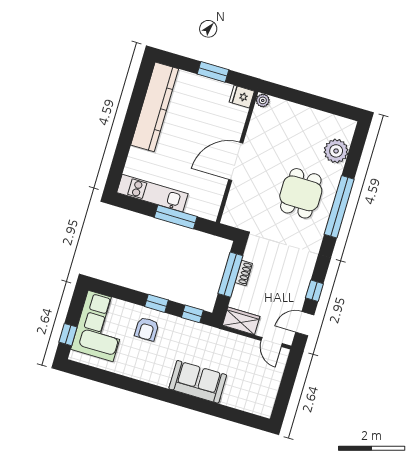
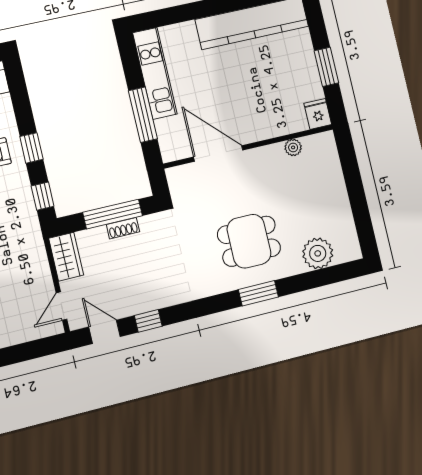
plant: (263, 100) -> (293, 147), moved
door: (236, 161) -> (218, 153), moved
window: (339, 207) -> (258, 293), width x0.47

